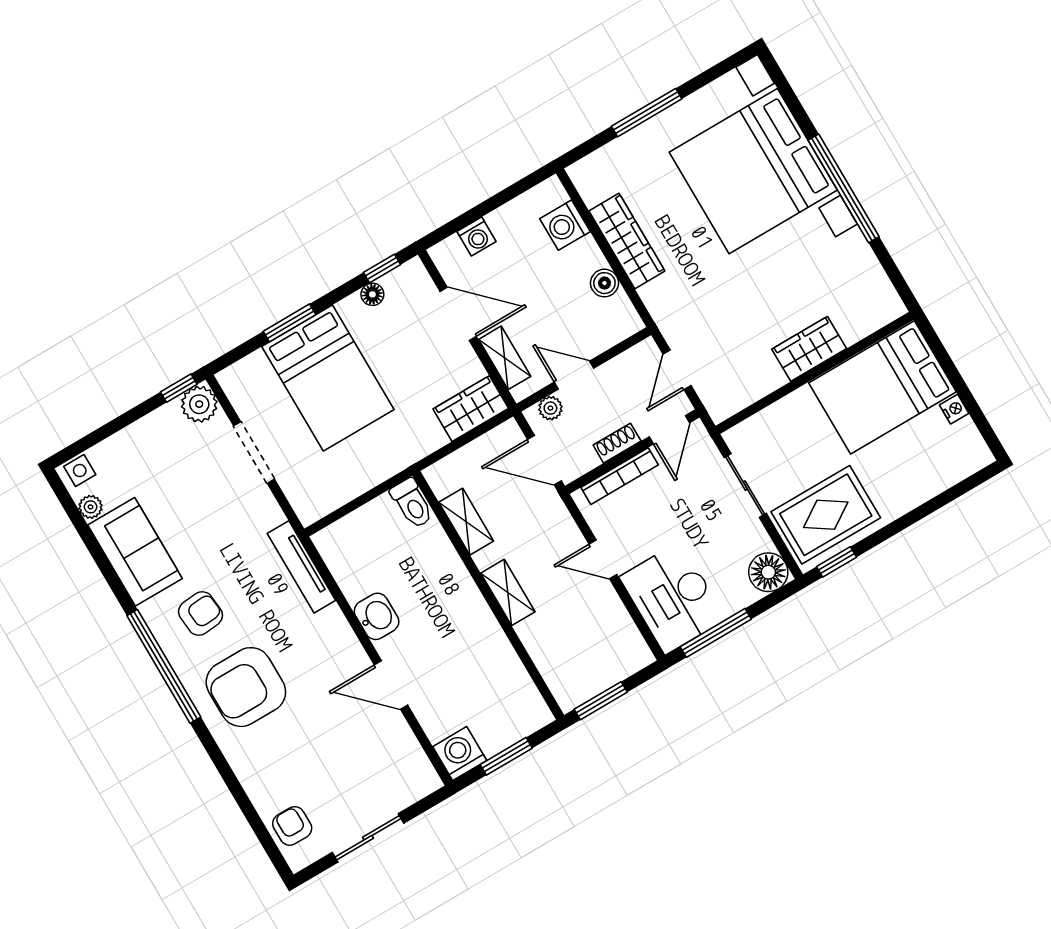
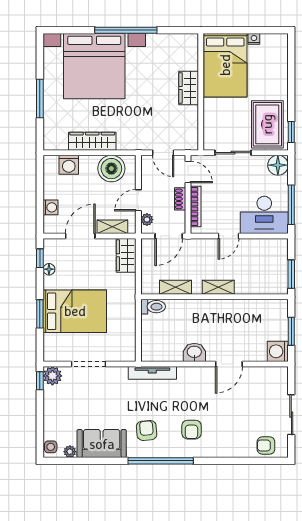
boiler: (604, 283) -> (111, 169), width x1.86, depth x1.86
armchair: (246, 687) -> (192, 430), width x0.53, depth x0.53

